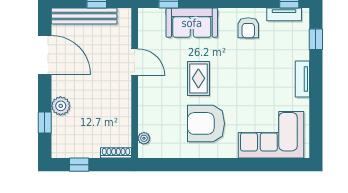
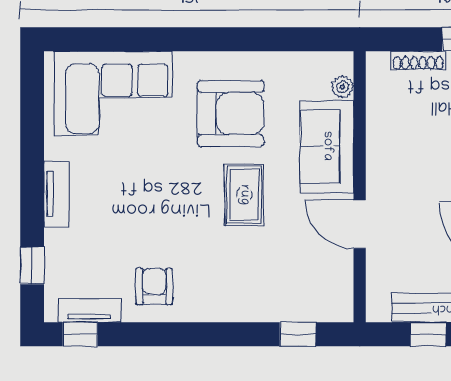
sofa: (192, 23) -> (327, 146), moved, turned -90
shoe rack: (116, 153) -> (418, 60), moved

